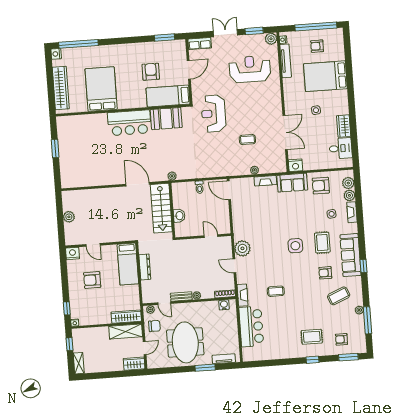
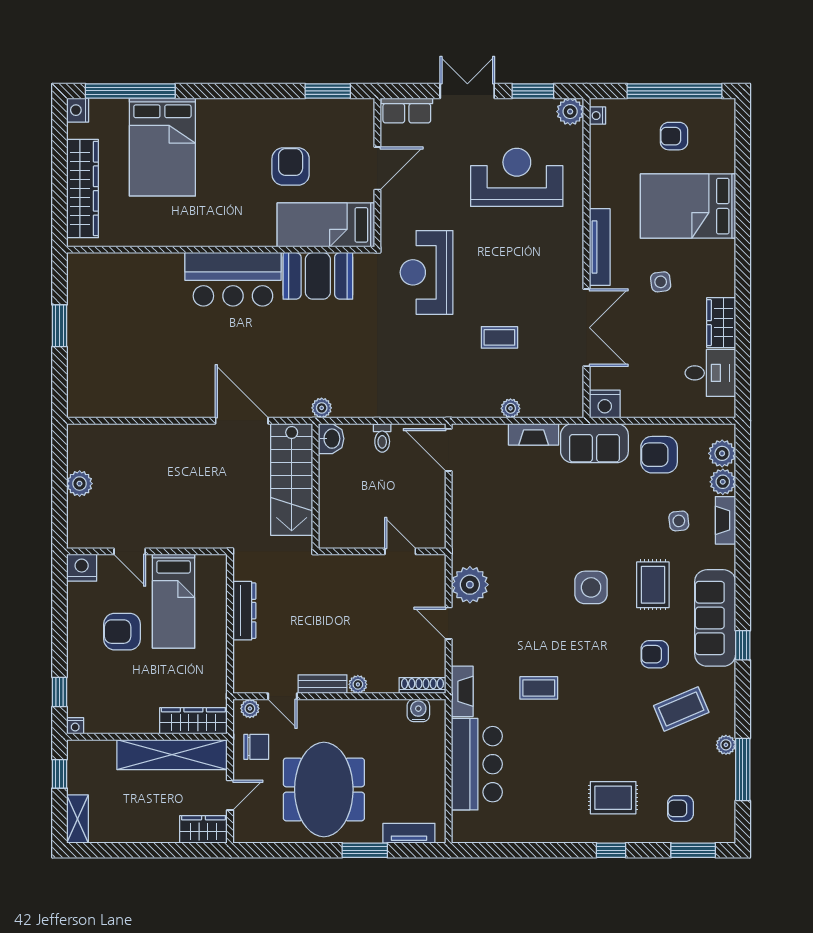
tv unit: (286, 61) -> (600, 247), moved
bed: (101, 89) -> (162, 147), moved, turned 180
washbasin: (179, 216) -> (331, 439), moved
bed: (128, 264) -> (174, 601), moved
shelving: (126, 332) -> (172, 755), width x1.47

